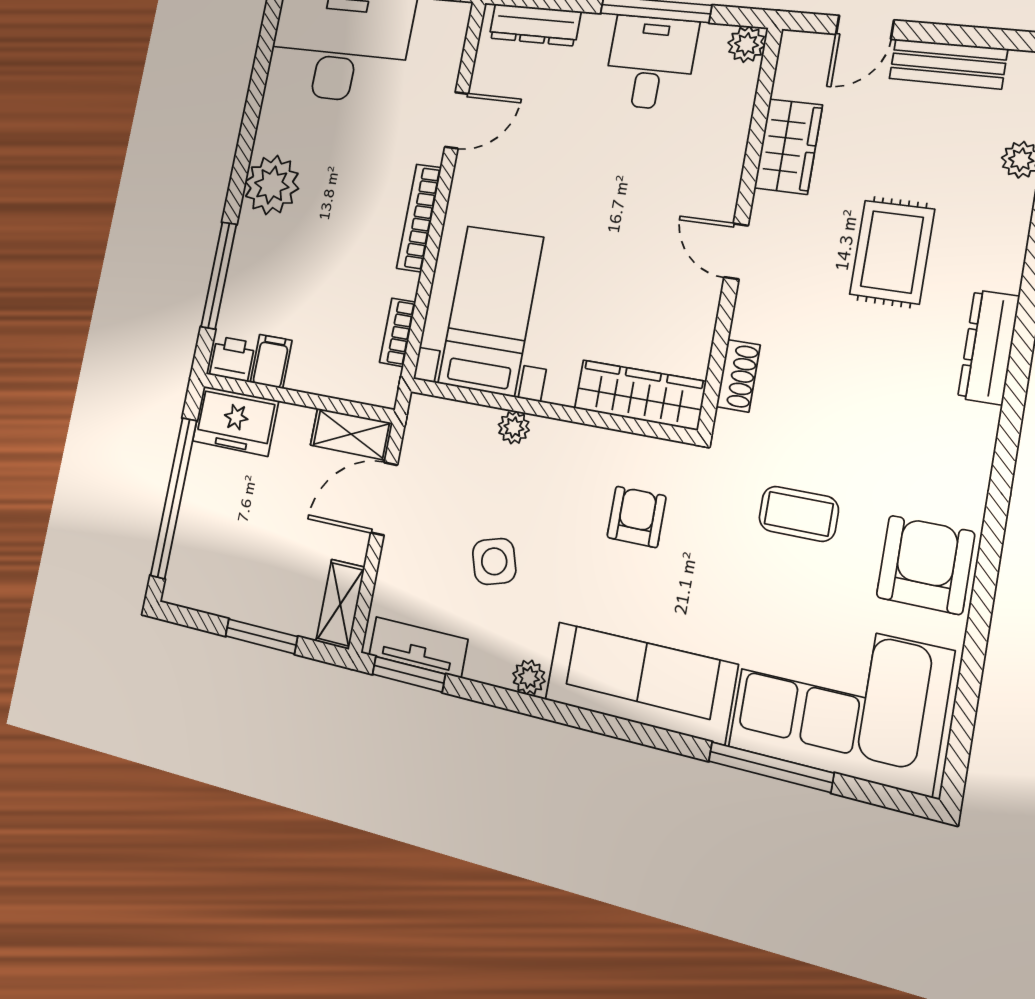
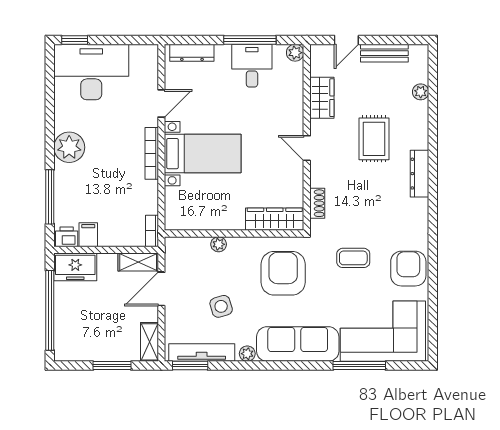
bed with nightstands: (491, 311) -> (203, 154), moved, turned 90
bookcase: (398, 332) -> (152, 231), moved
armchair: (637, 517) -> (283, 273), width x1.88, depth x1.88
tv unit: (418, 647) -> (202, 353), width x1.41

